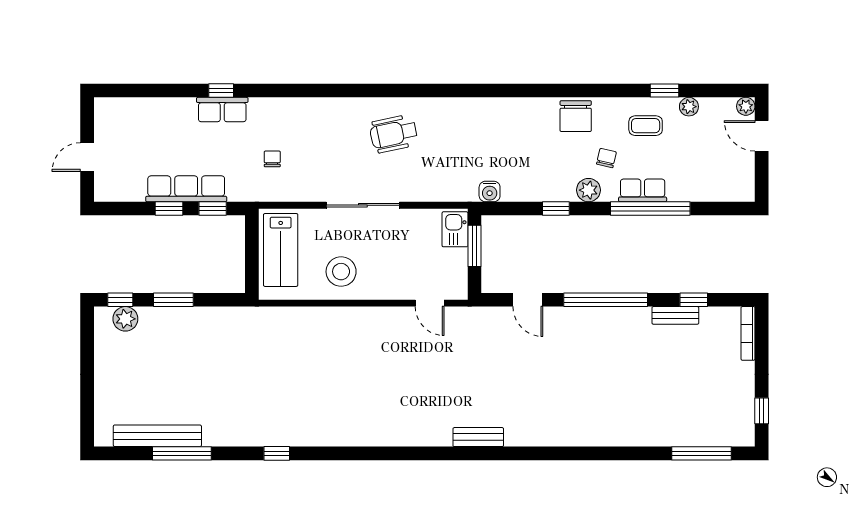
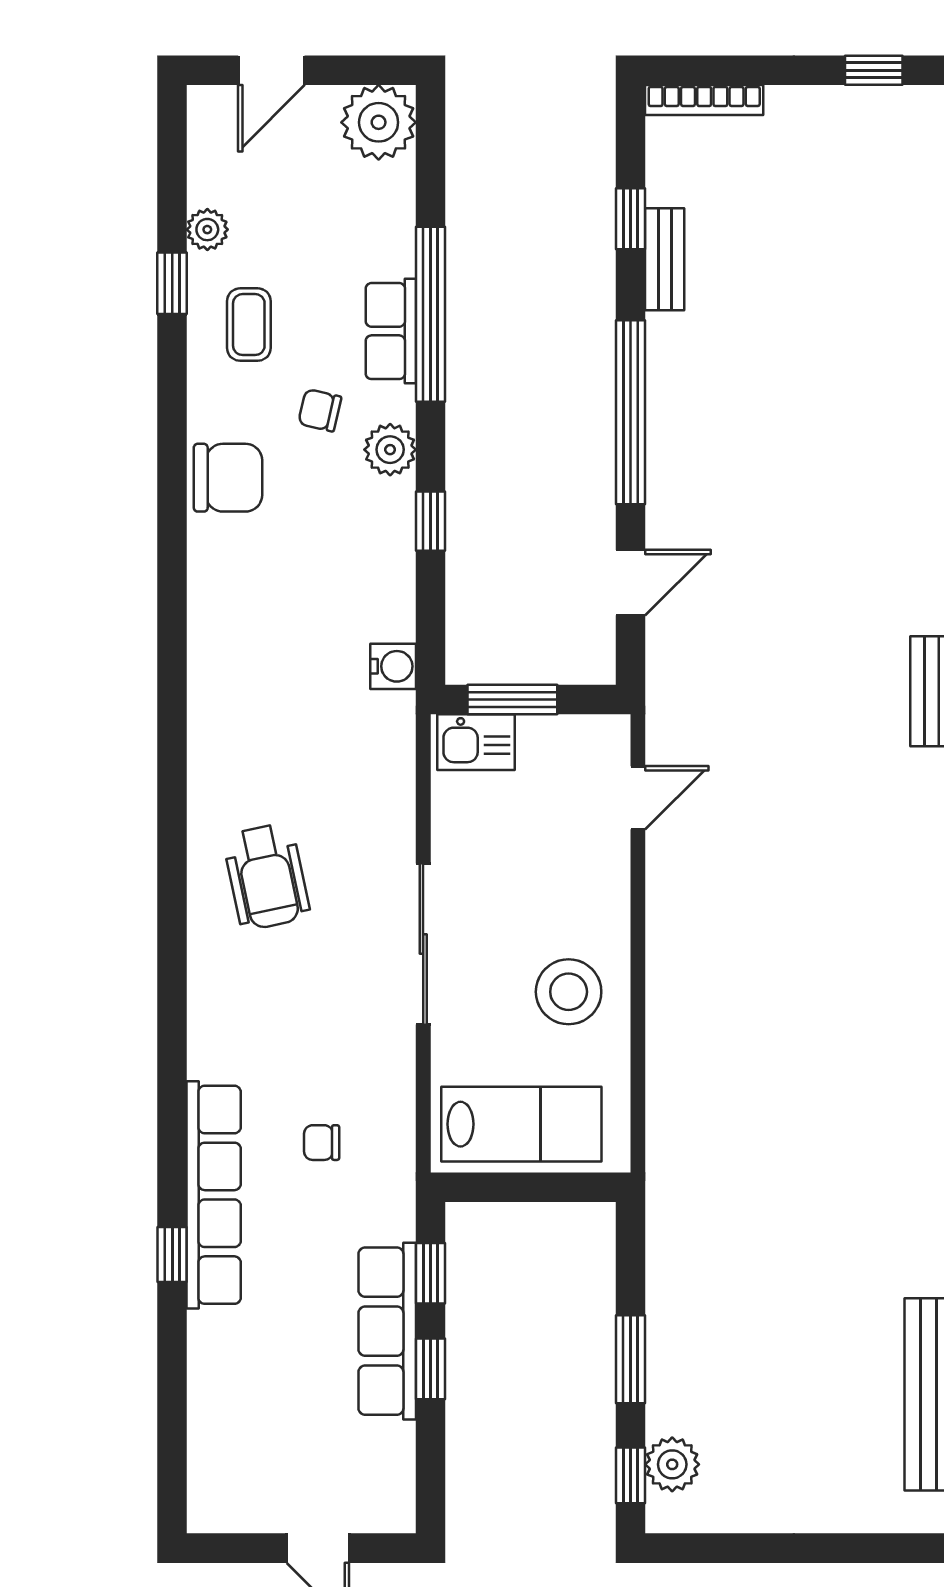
plant: (746, 106) -> (379, 122), moved, width x1.88, depth x1.88
row of seats: (222, 110) -> (214, 1195), width x2.02

